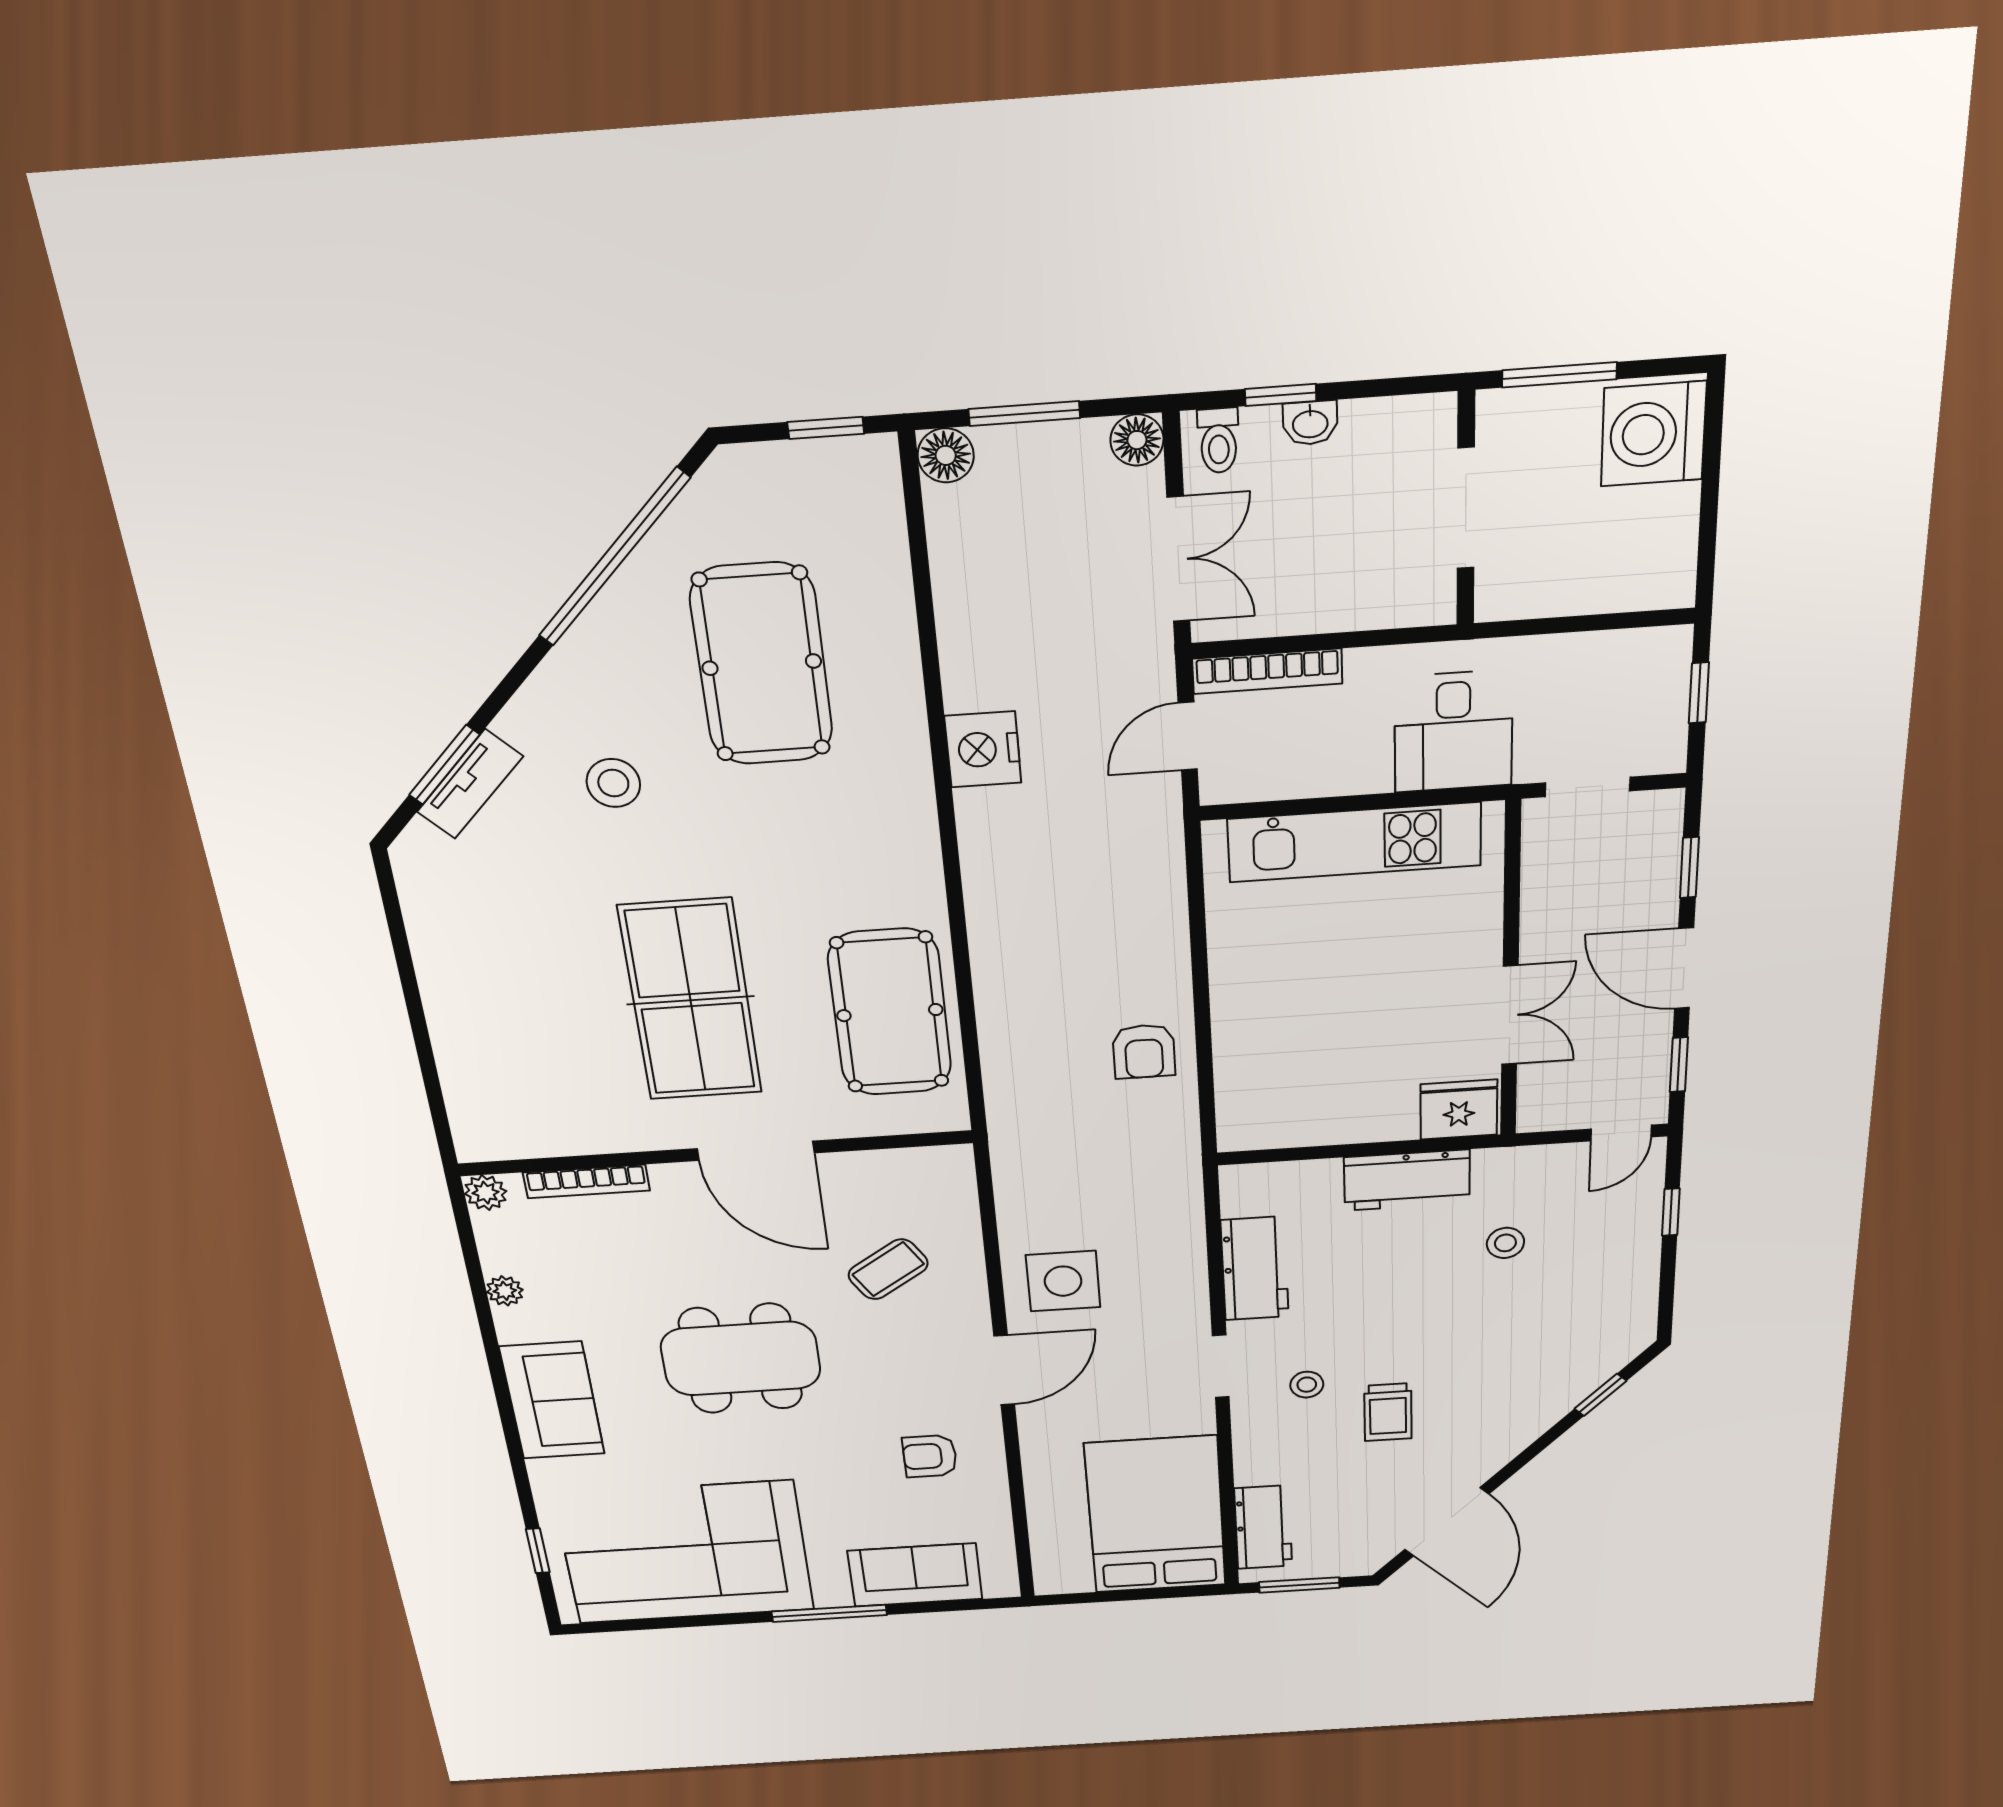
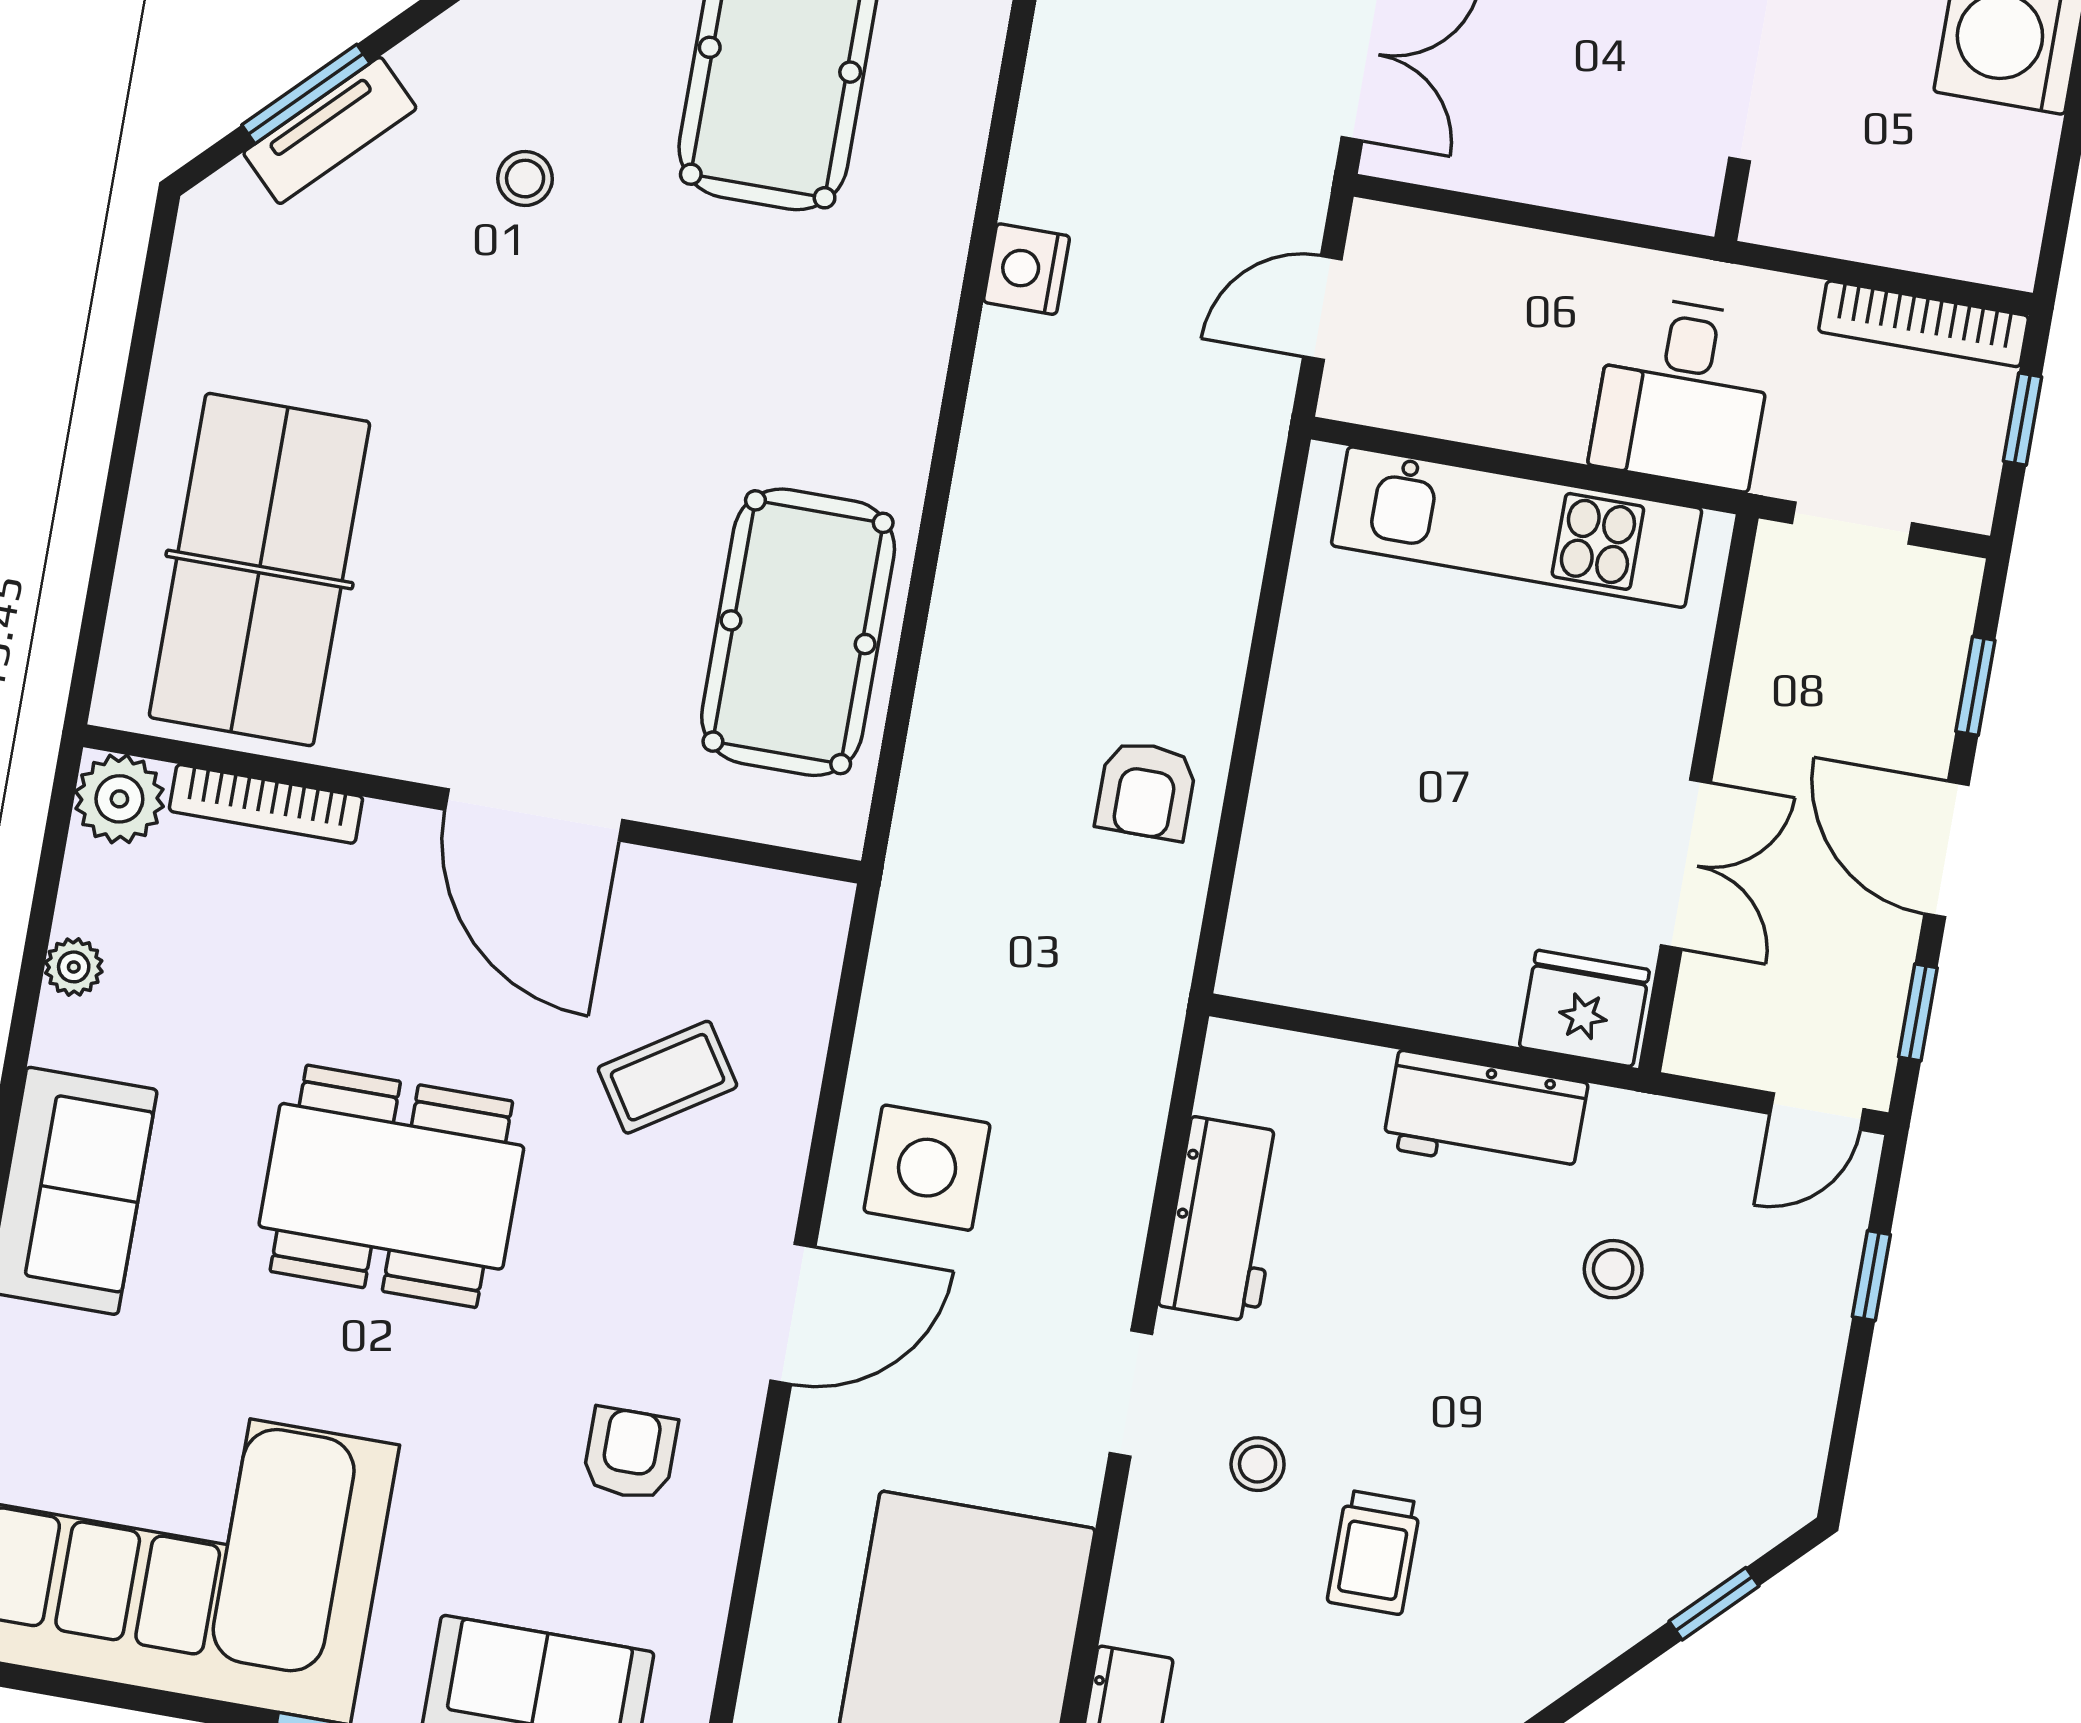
bookcase: (1267, 671) -> (1924, 324), moved
nightstand: (983, 749) -> (1027, 269), width x0.74, depth x0.75
stool: (613, 783) -> (525, 179), width x0.73, depth x0.73
table tennis table: (691, 1000) -> (260, 570), moved
plant: (486, 1193) -> (119, 799), width x1.38, depth x1.38
armchair: (930, 1456) -> (630, 1454), turned 90

